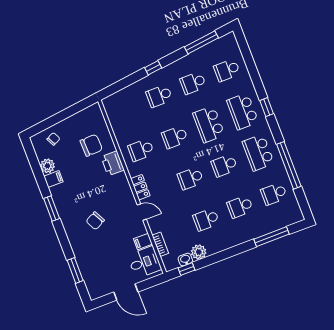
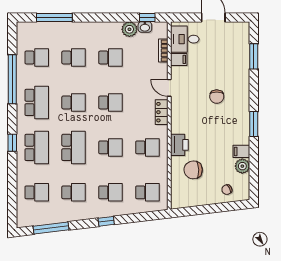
school desk: (125, 109) -> (147, 192), added
chair: (95, 221) -> (217, 97), turned 117

